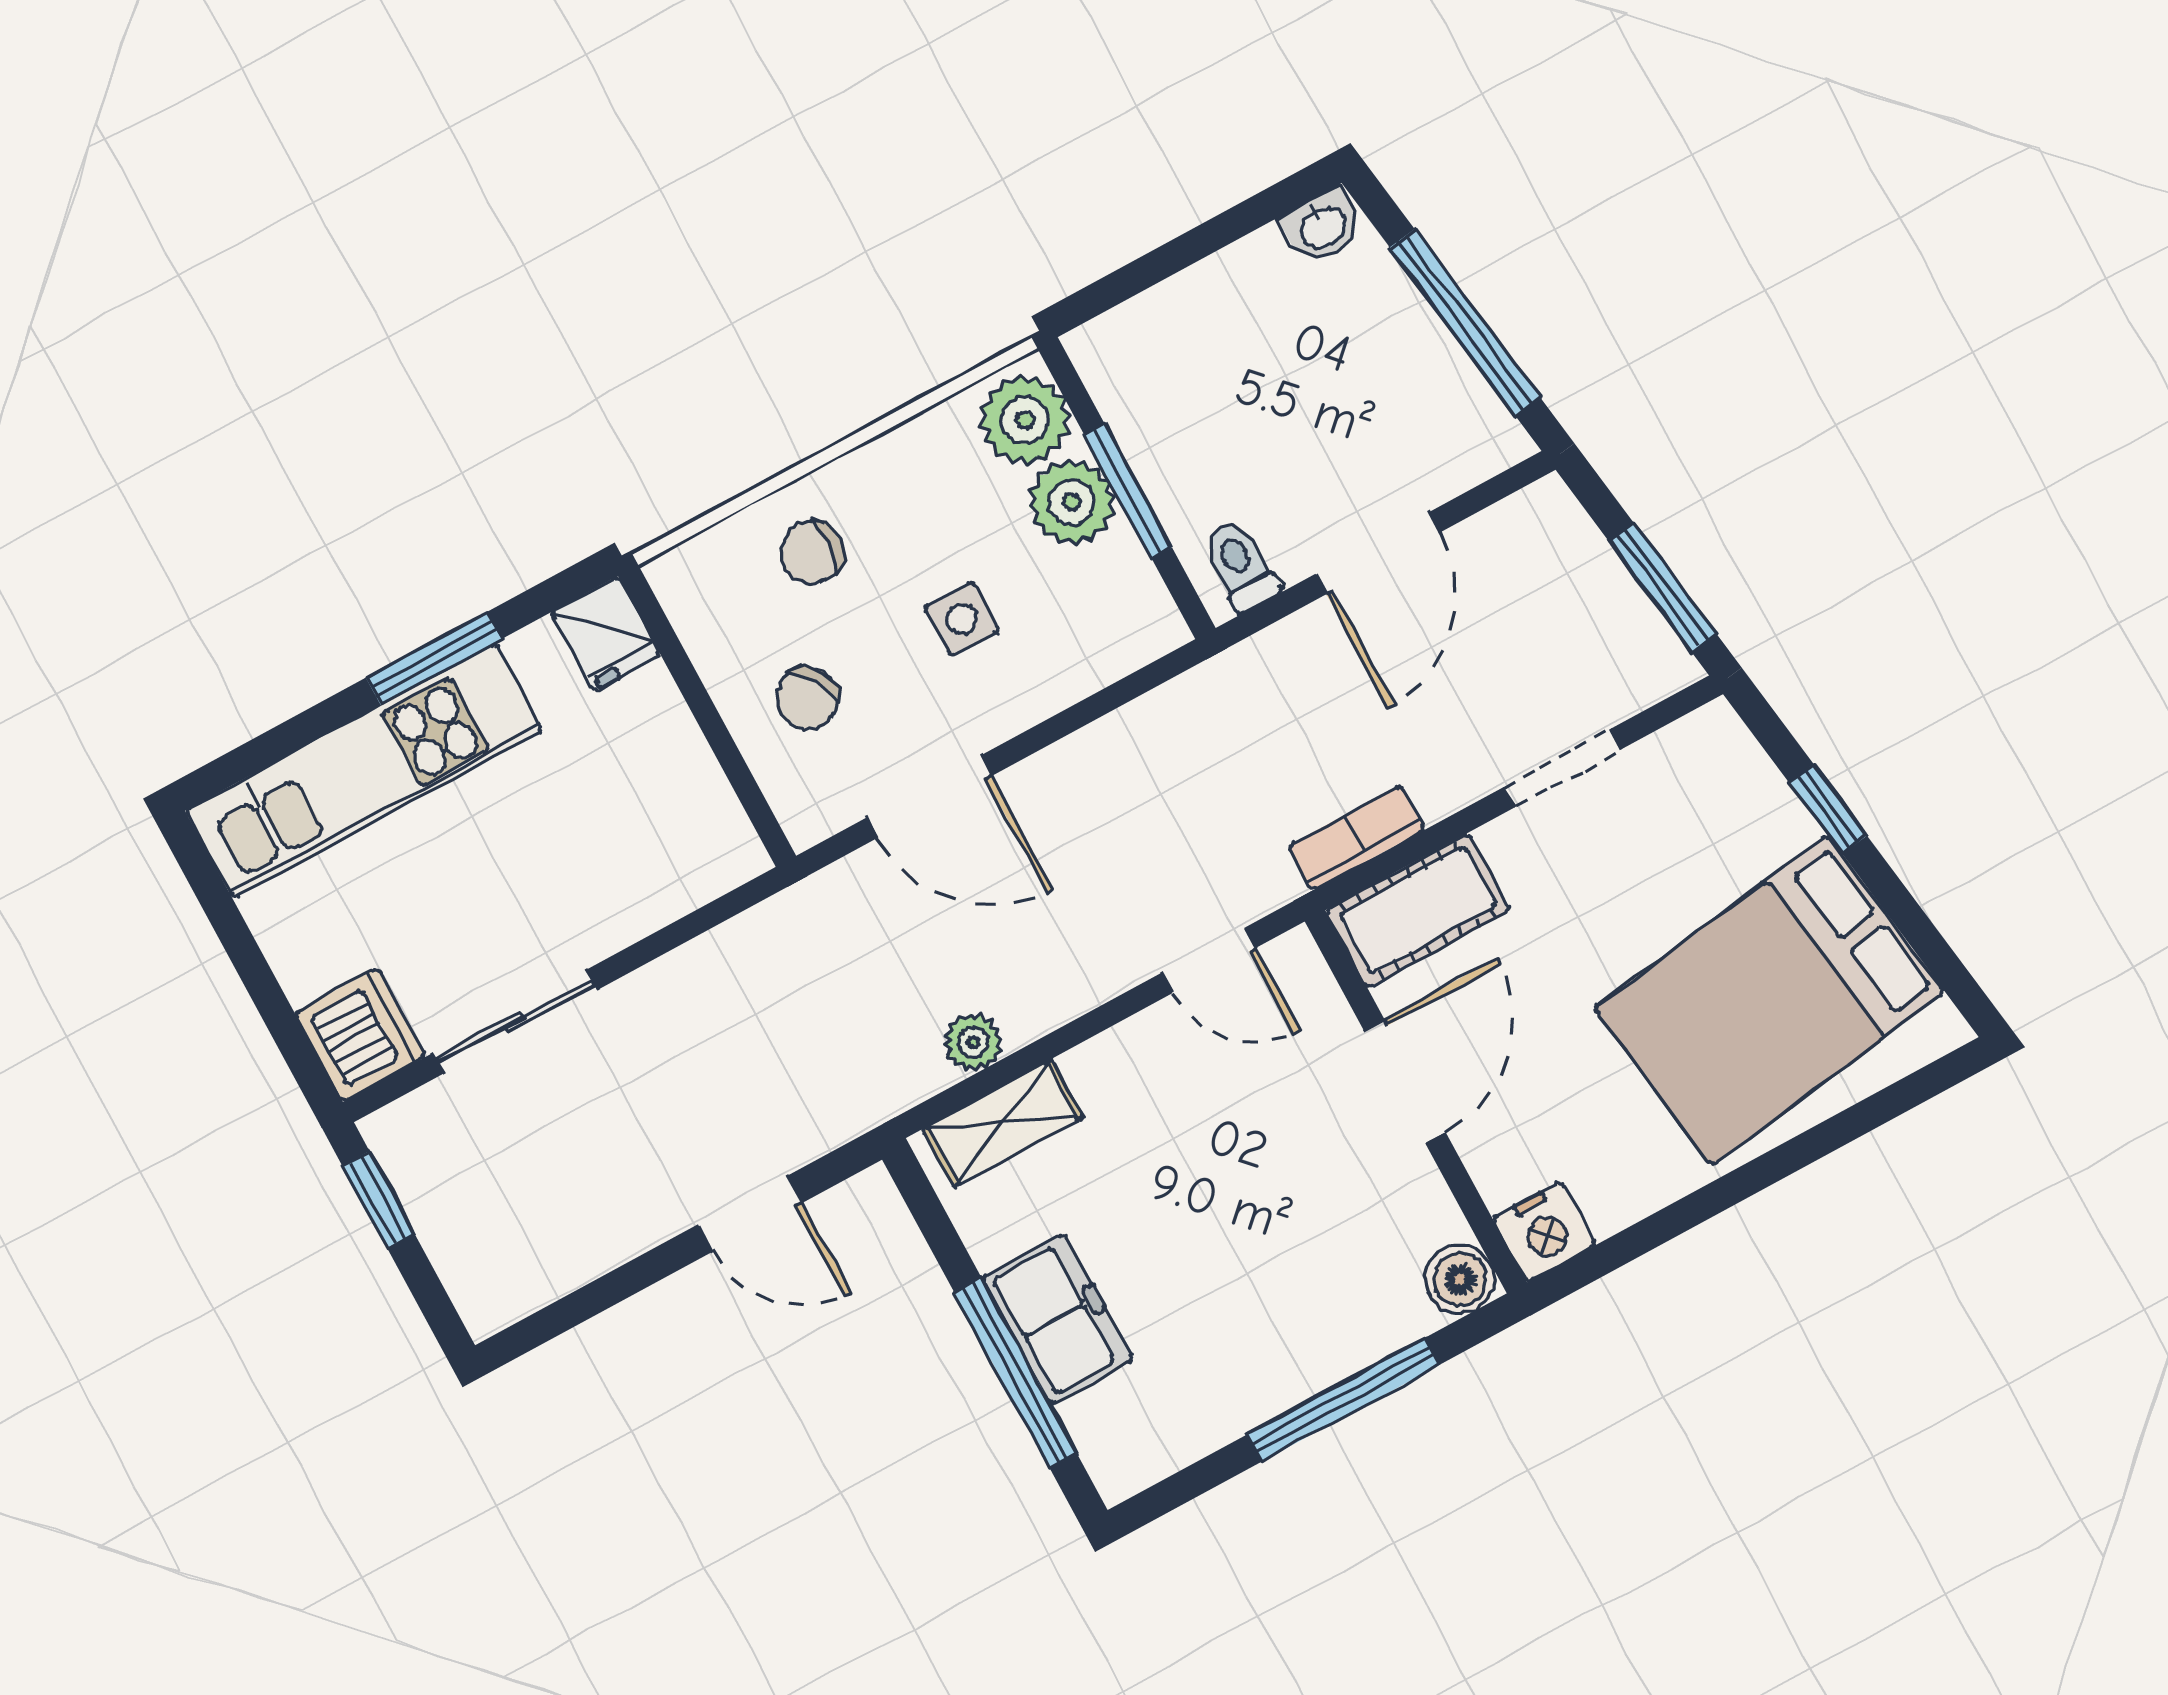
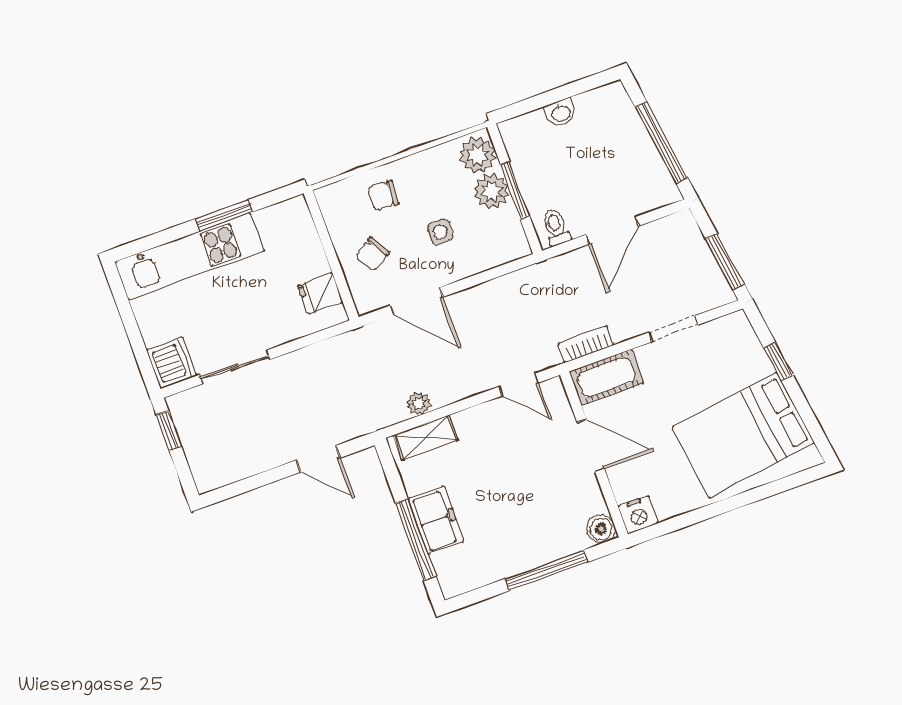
washbasin: (1323, 226) -> (561, 113), moved
fridge: (606, 634) -> (320, 294), moved, turned 90
door: (1405, 1081) -> (591, 446), hinge flipped

